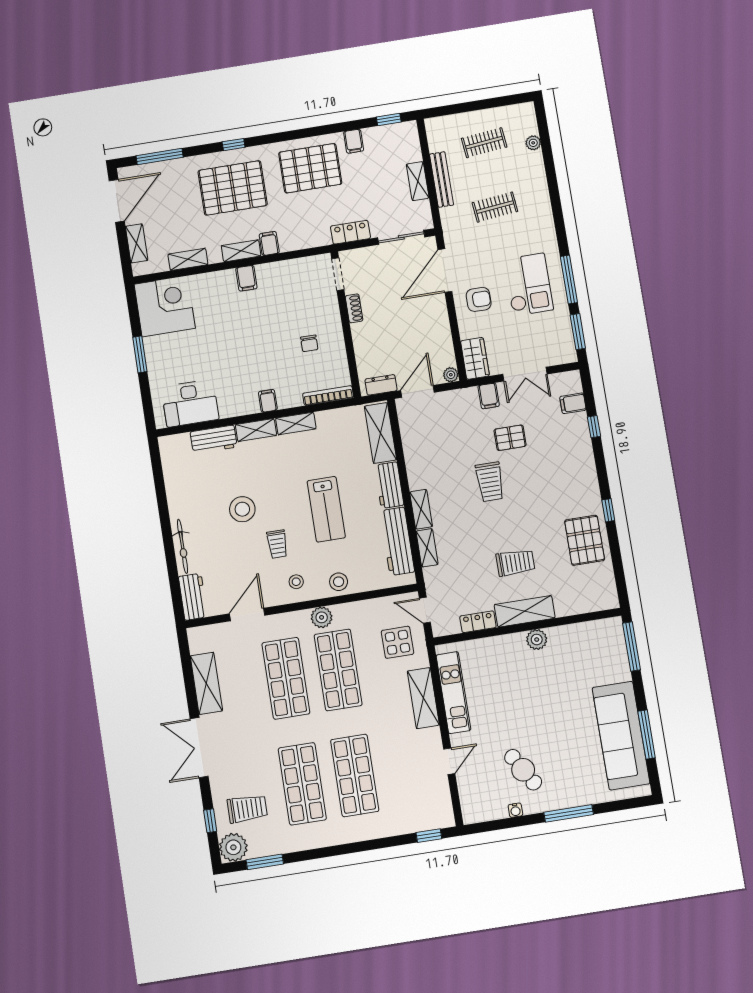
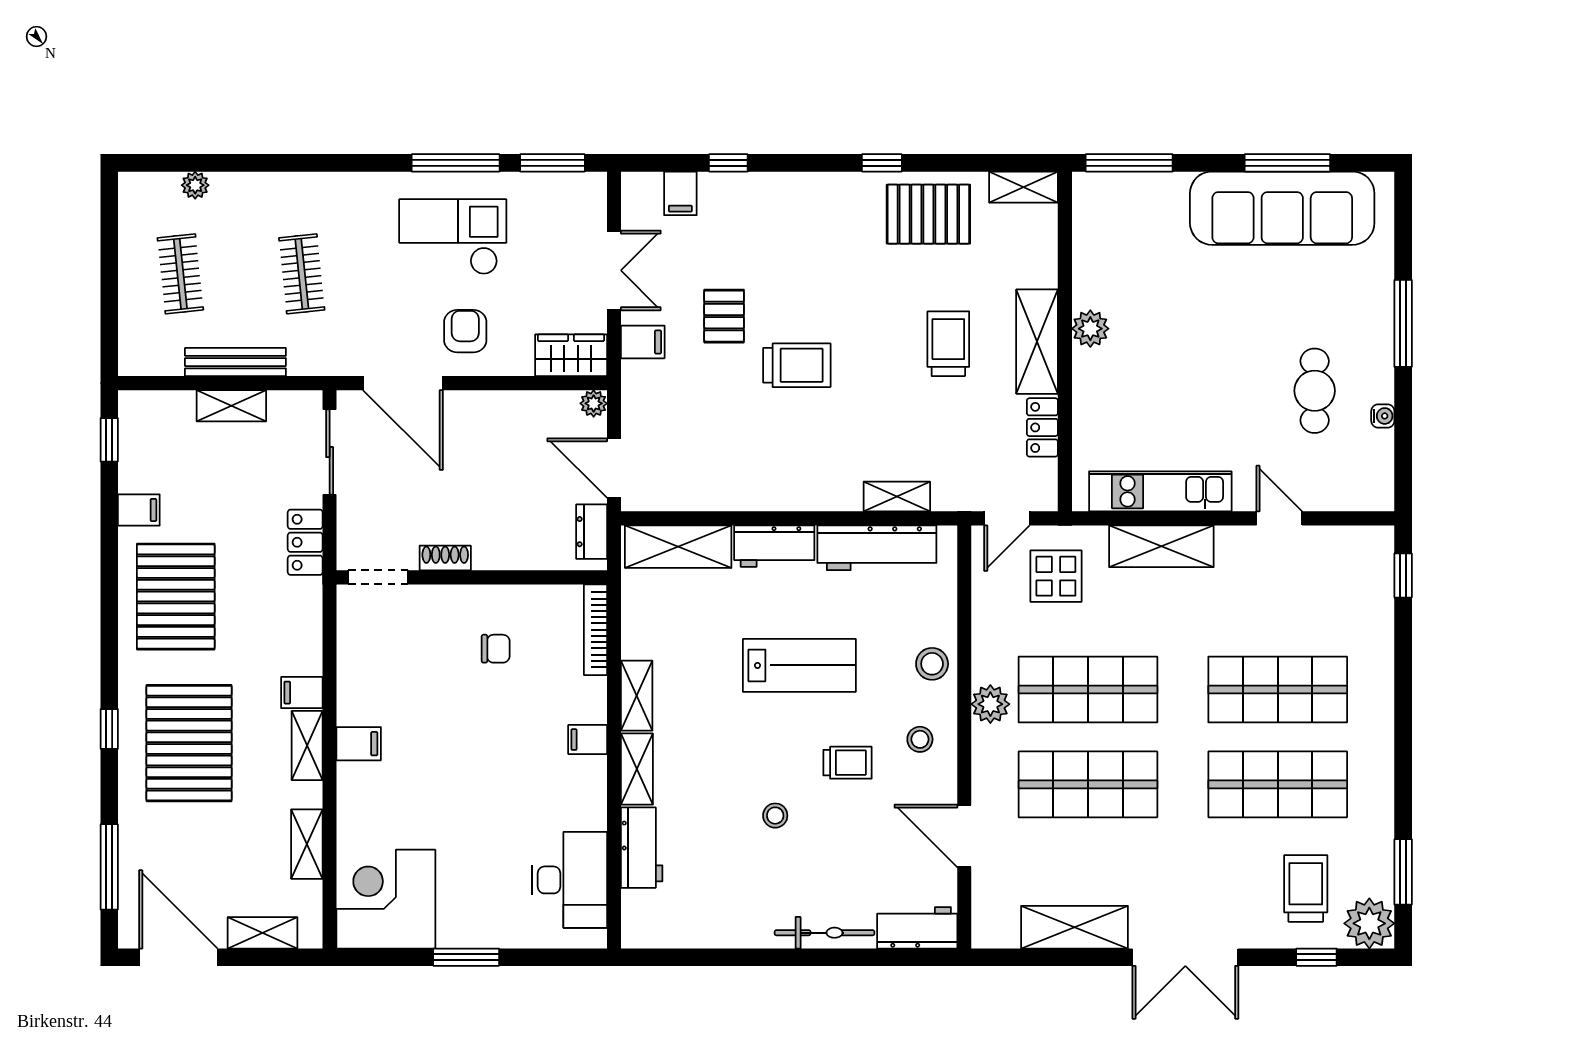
stool: (242, 509) -> (775, 816), width x0.53, depth x0.53
shelving: (421, 509) -> (1024, 187), moved
cafe table: (523, 770) -> (1315, 391), turned -59

